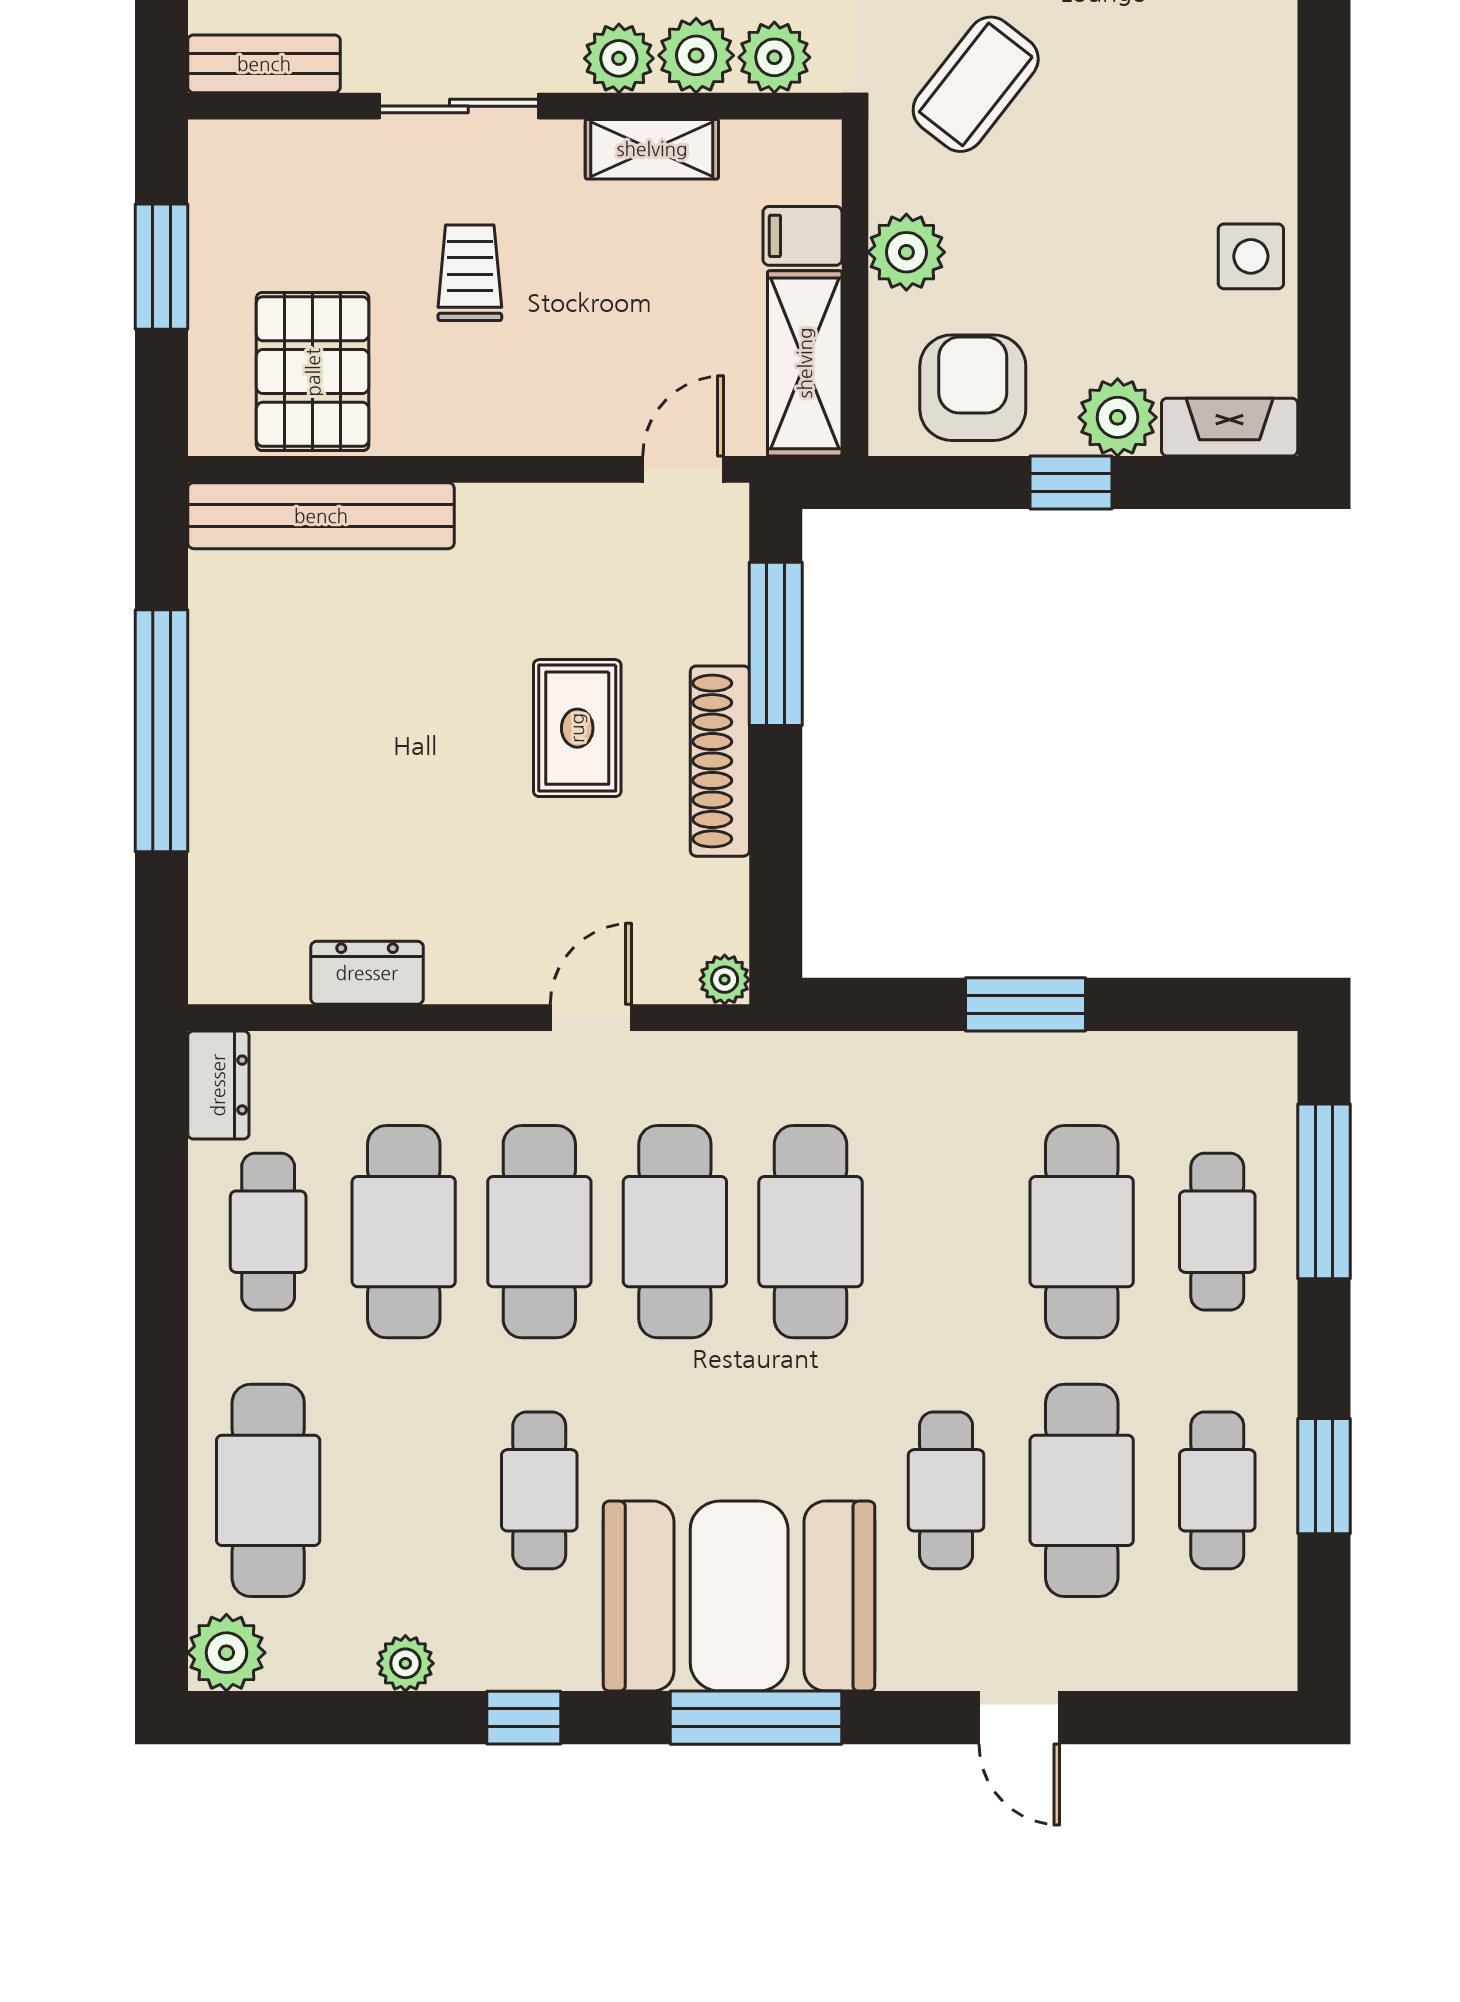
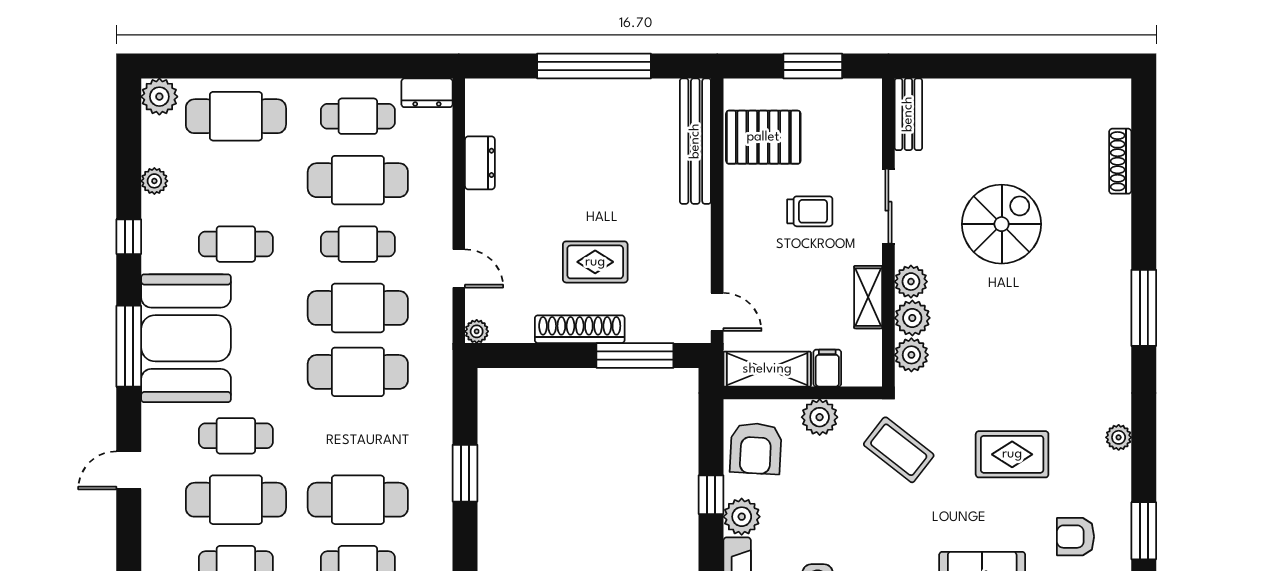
armchair: (973, 388) -> (756, 448), turned 93
cafe table: (539, 1232) -> (358, 244), width x0.73, depth x0.74

